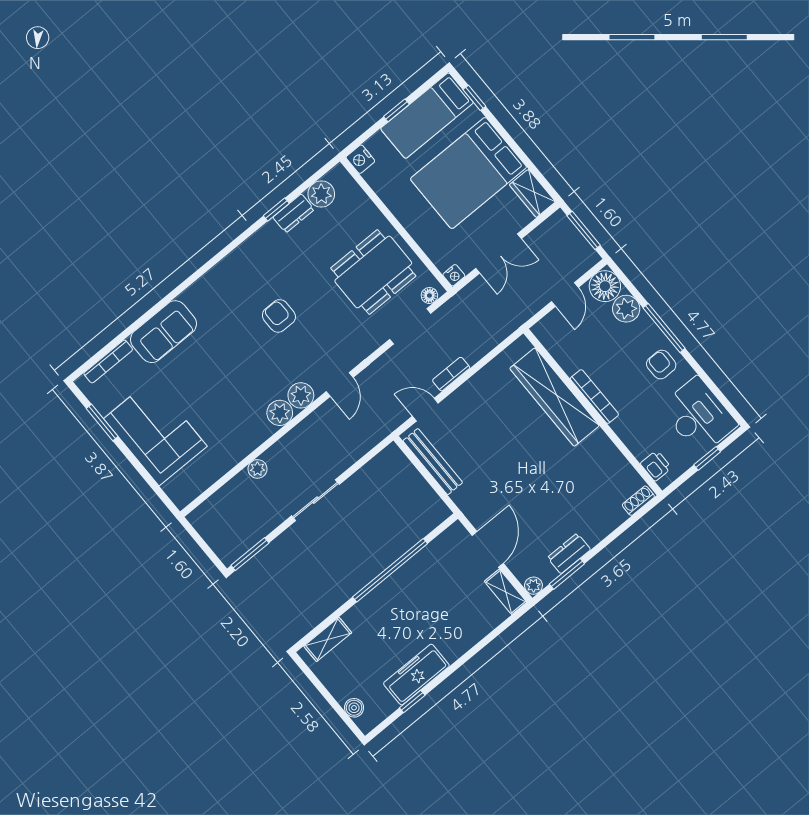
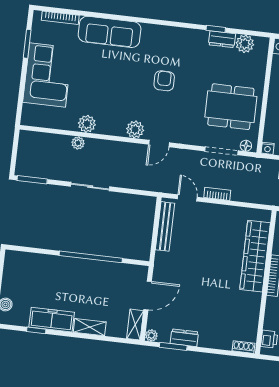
sofa: (163, 332) -> (110, 32), width x1.36
plant: (280, 413) -> (87, 124), moved
shelving: (328, 639) -> (90, 327), moved

